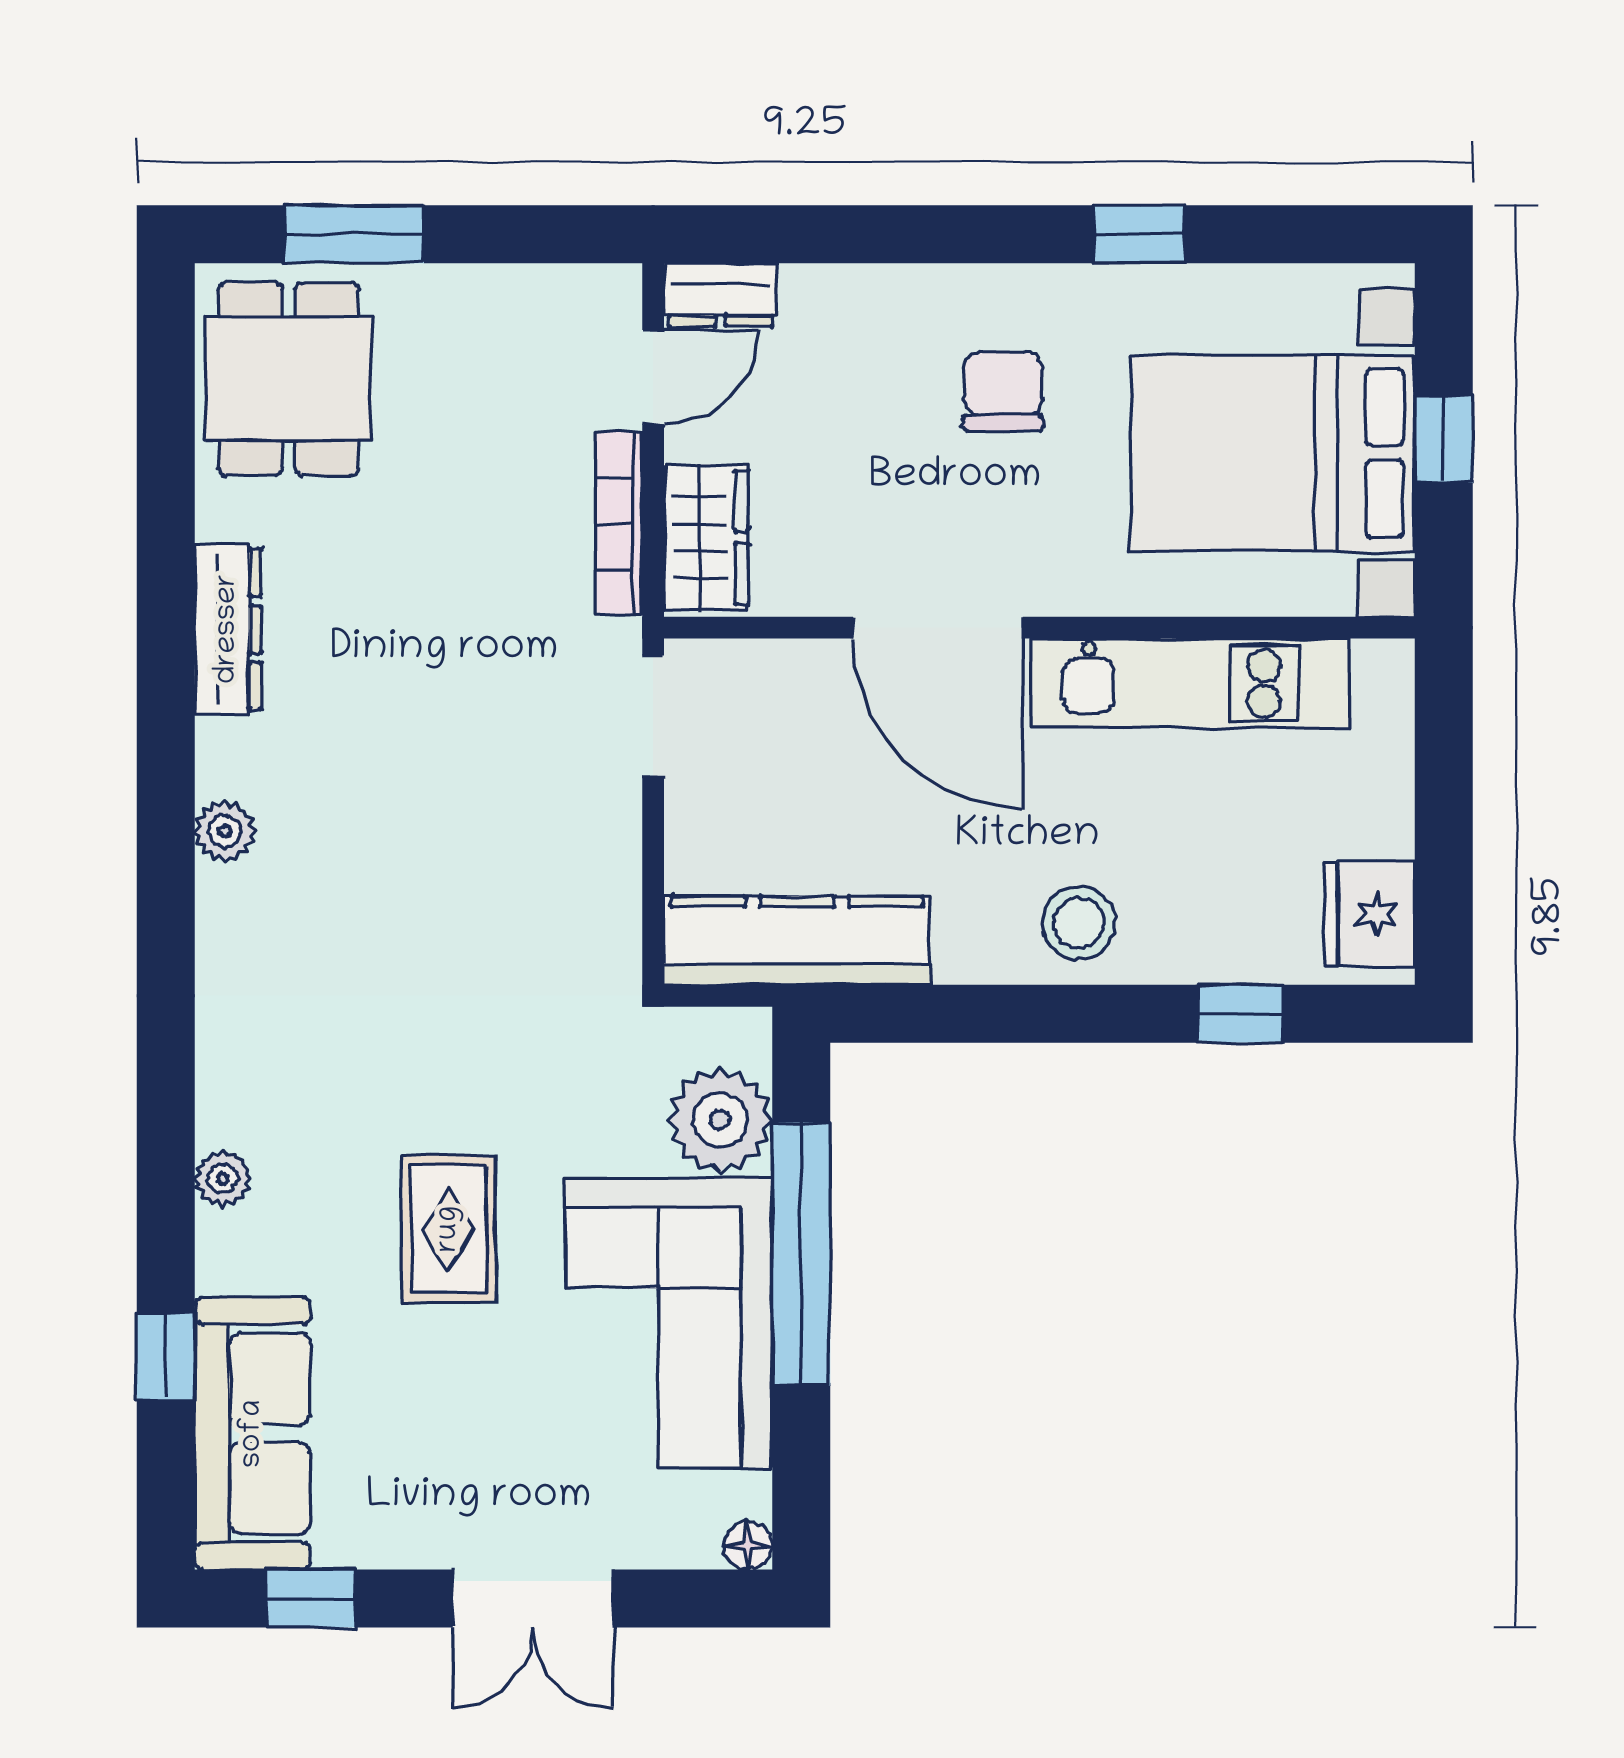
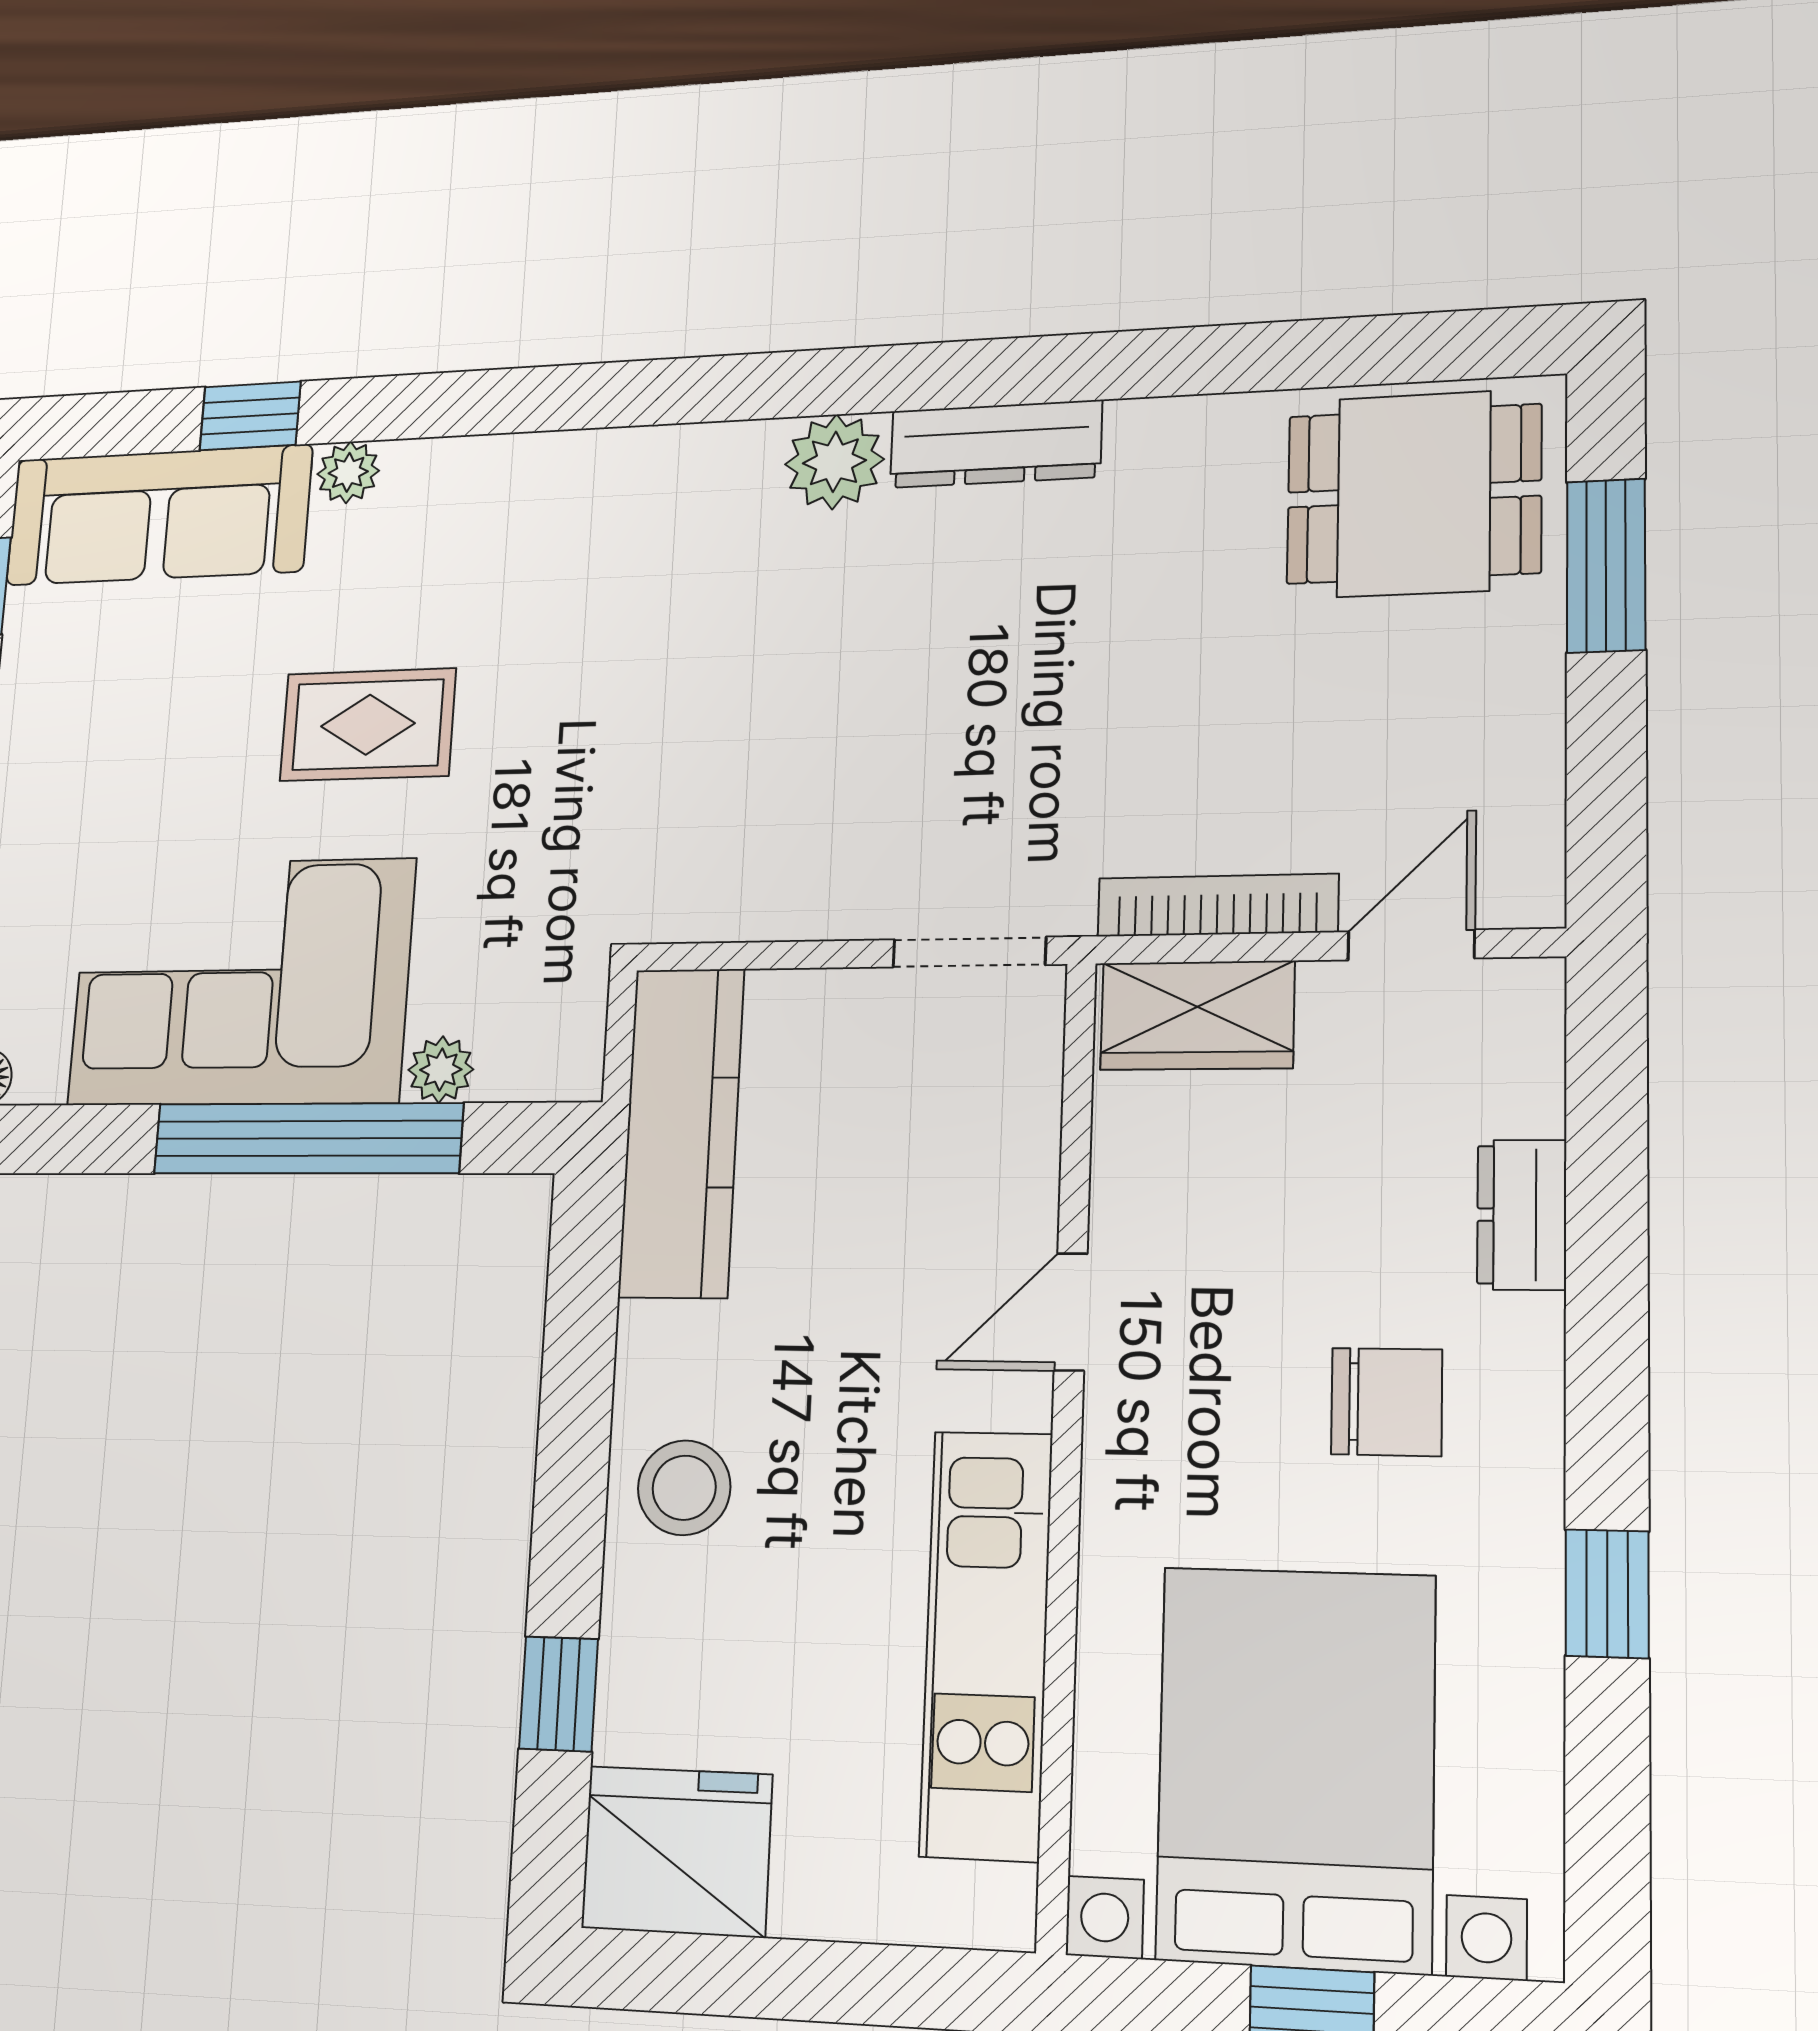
dresser: (721, 295) -> (1522, 1215), moved
door: (653, 377) -> (1411, 945), swing flipped
door: (938, 628) -> (1071, 1312), width x0.53
dresser: (228, 629) -> (996, 444), moved
plant: (225, 831) -> (834, 462), width x1.38, depth x1.38
fridge: (1370, 914) -> (677, 1851), width x1.36, depth x1.34
plant: (720, 1120) -> (441, 1070), width x0.53, depth x0.53
plant: (223, 1179) -> (348, 472), moved

